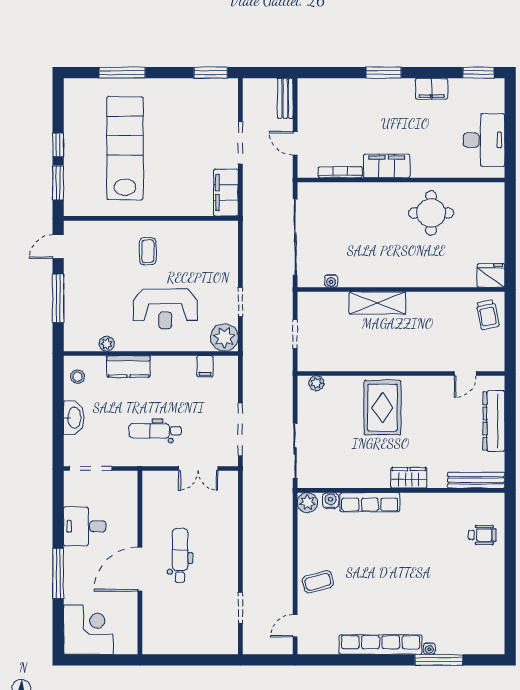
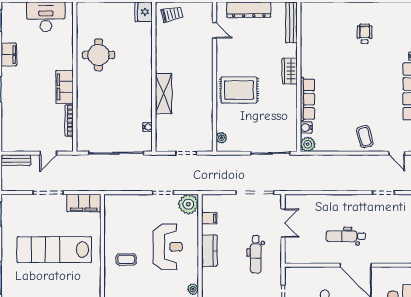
lab bench: (125, 148) -> (54, 249), moved
kitchen counter: (128, 366) -> (209, 250), moved
wheelchair: (482, 535) -> (365, 34), moved

